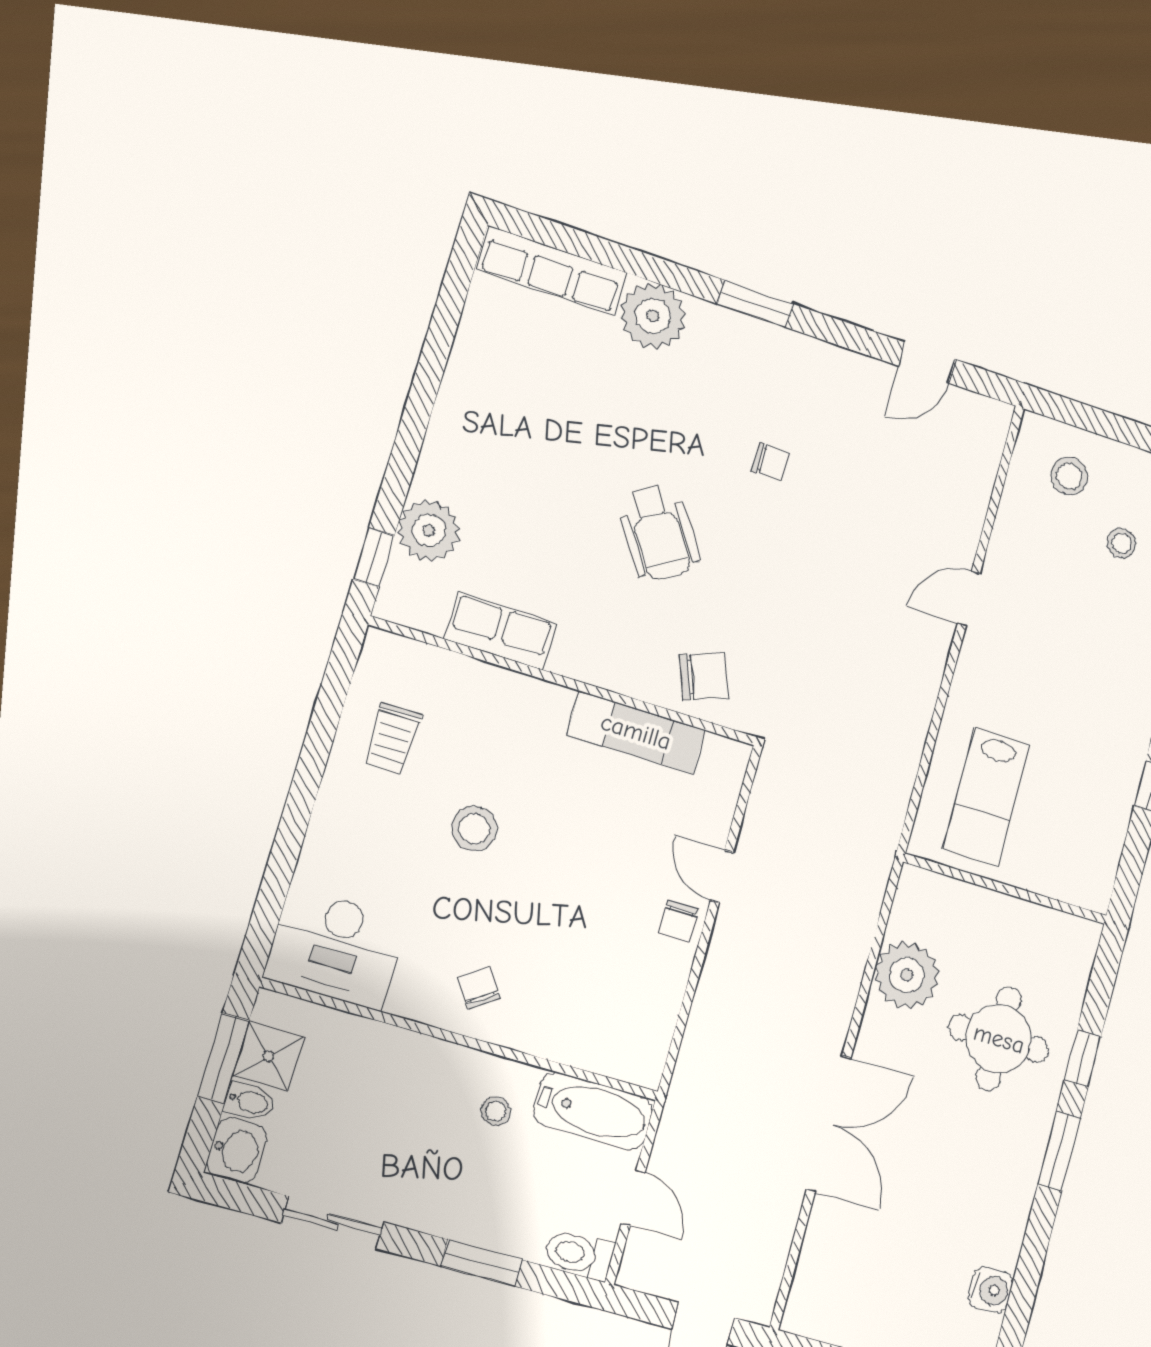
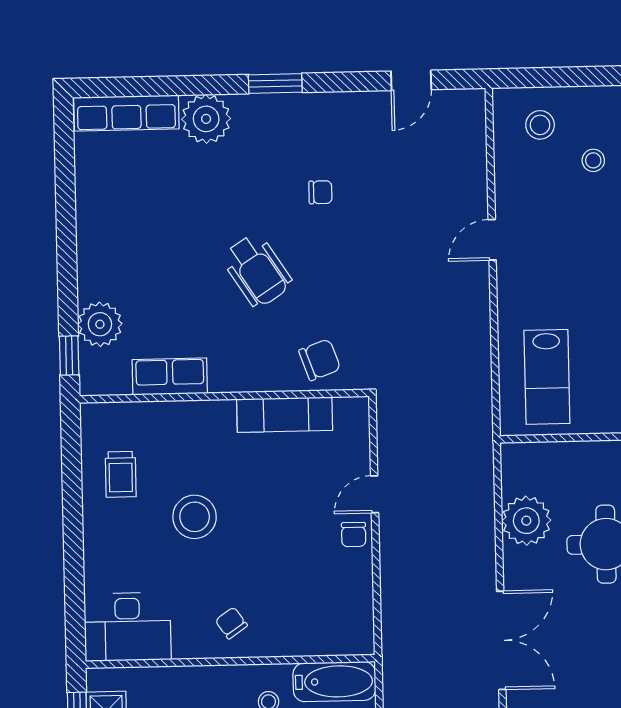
stool: (474, 829) -> (195, 517), width x1.38, depth x1.38
door: (722, 876) -> (375, 494), hinge flipped

